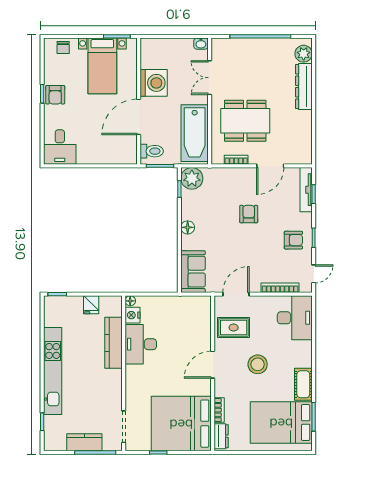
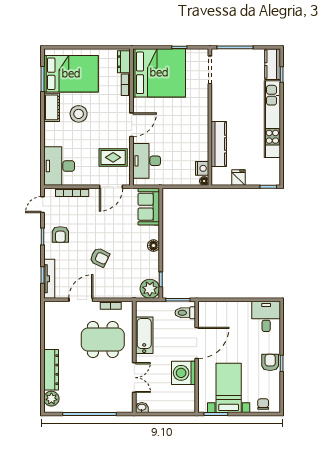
bathtub: (195, 133) -> (144, 335), width x0.73, depth x0.73
armchair: (249, 214) -> (100, 257), turned -64
armchair: (293, 240) -> (60, 234), turned -90
desk: (141, 344) -> (147, 161), moved, turned 180
stool: (258, 364) -> (79, 114), moved
kitchen counter: (84, 442) -> (273, 64), moved, turned 90

